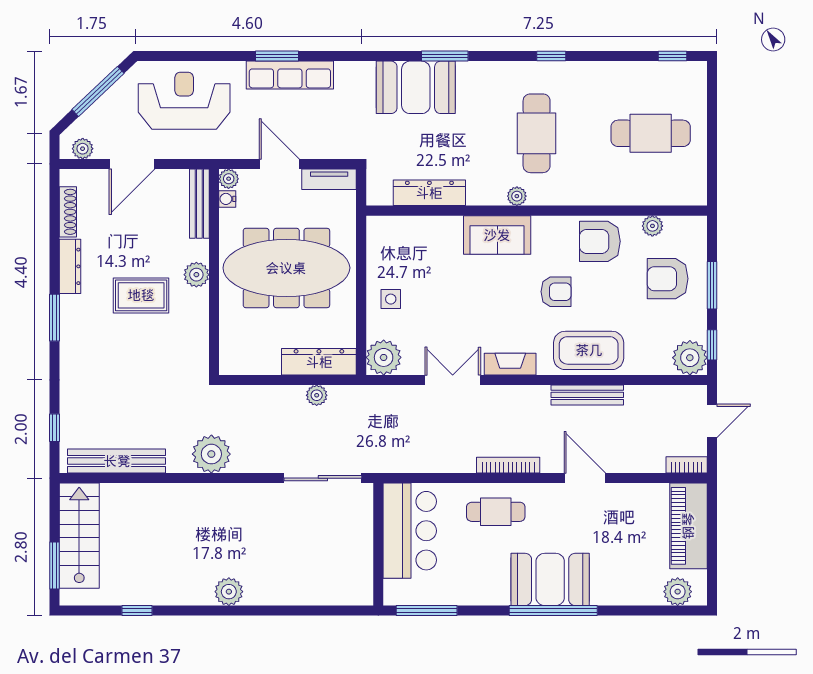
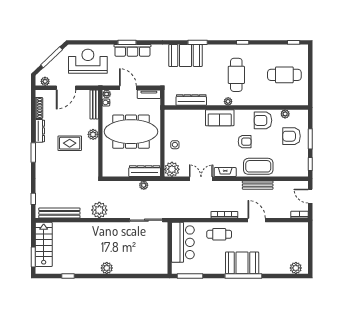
plant: (690, 358) -> (301, 169), removed
door: (712, 421) -> (310, 196), swing flipped
piano: (688, 526) -> (300, 240), removed

